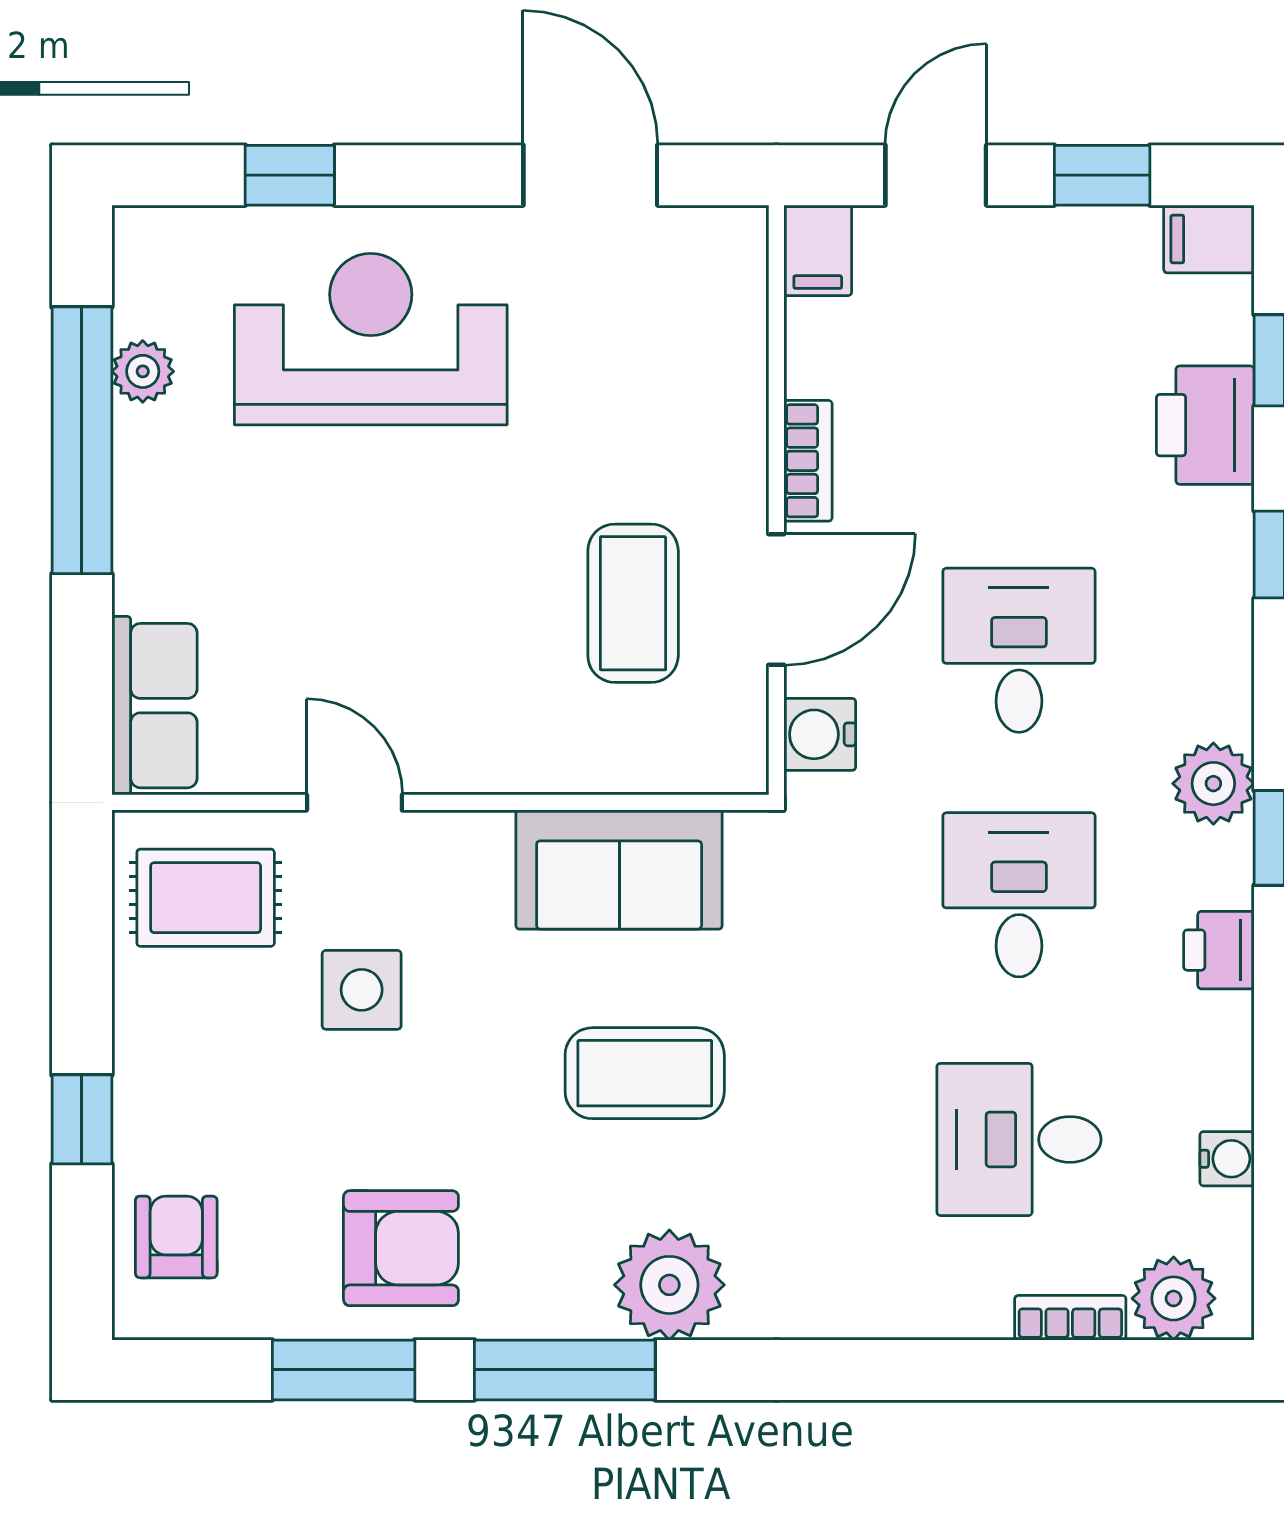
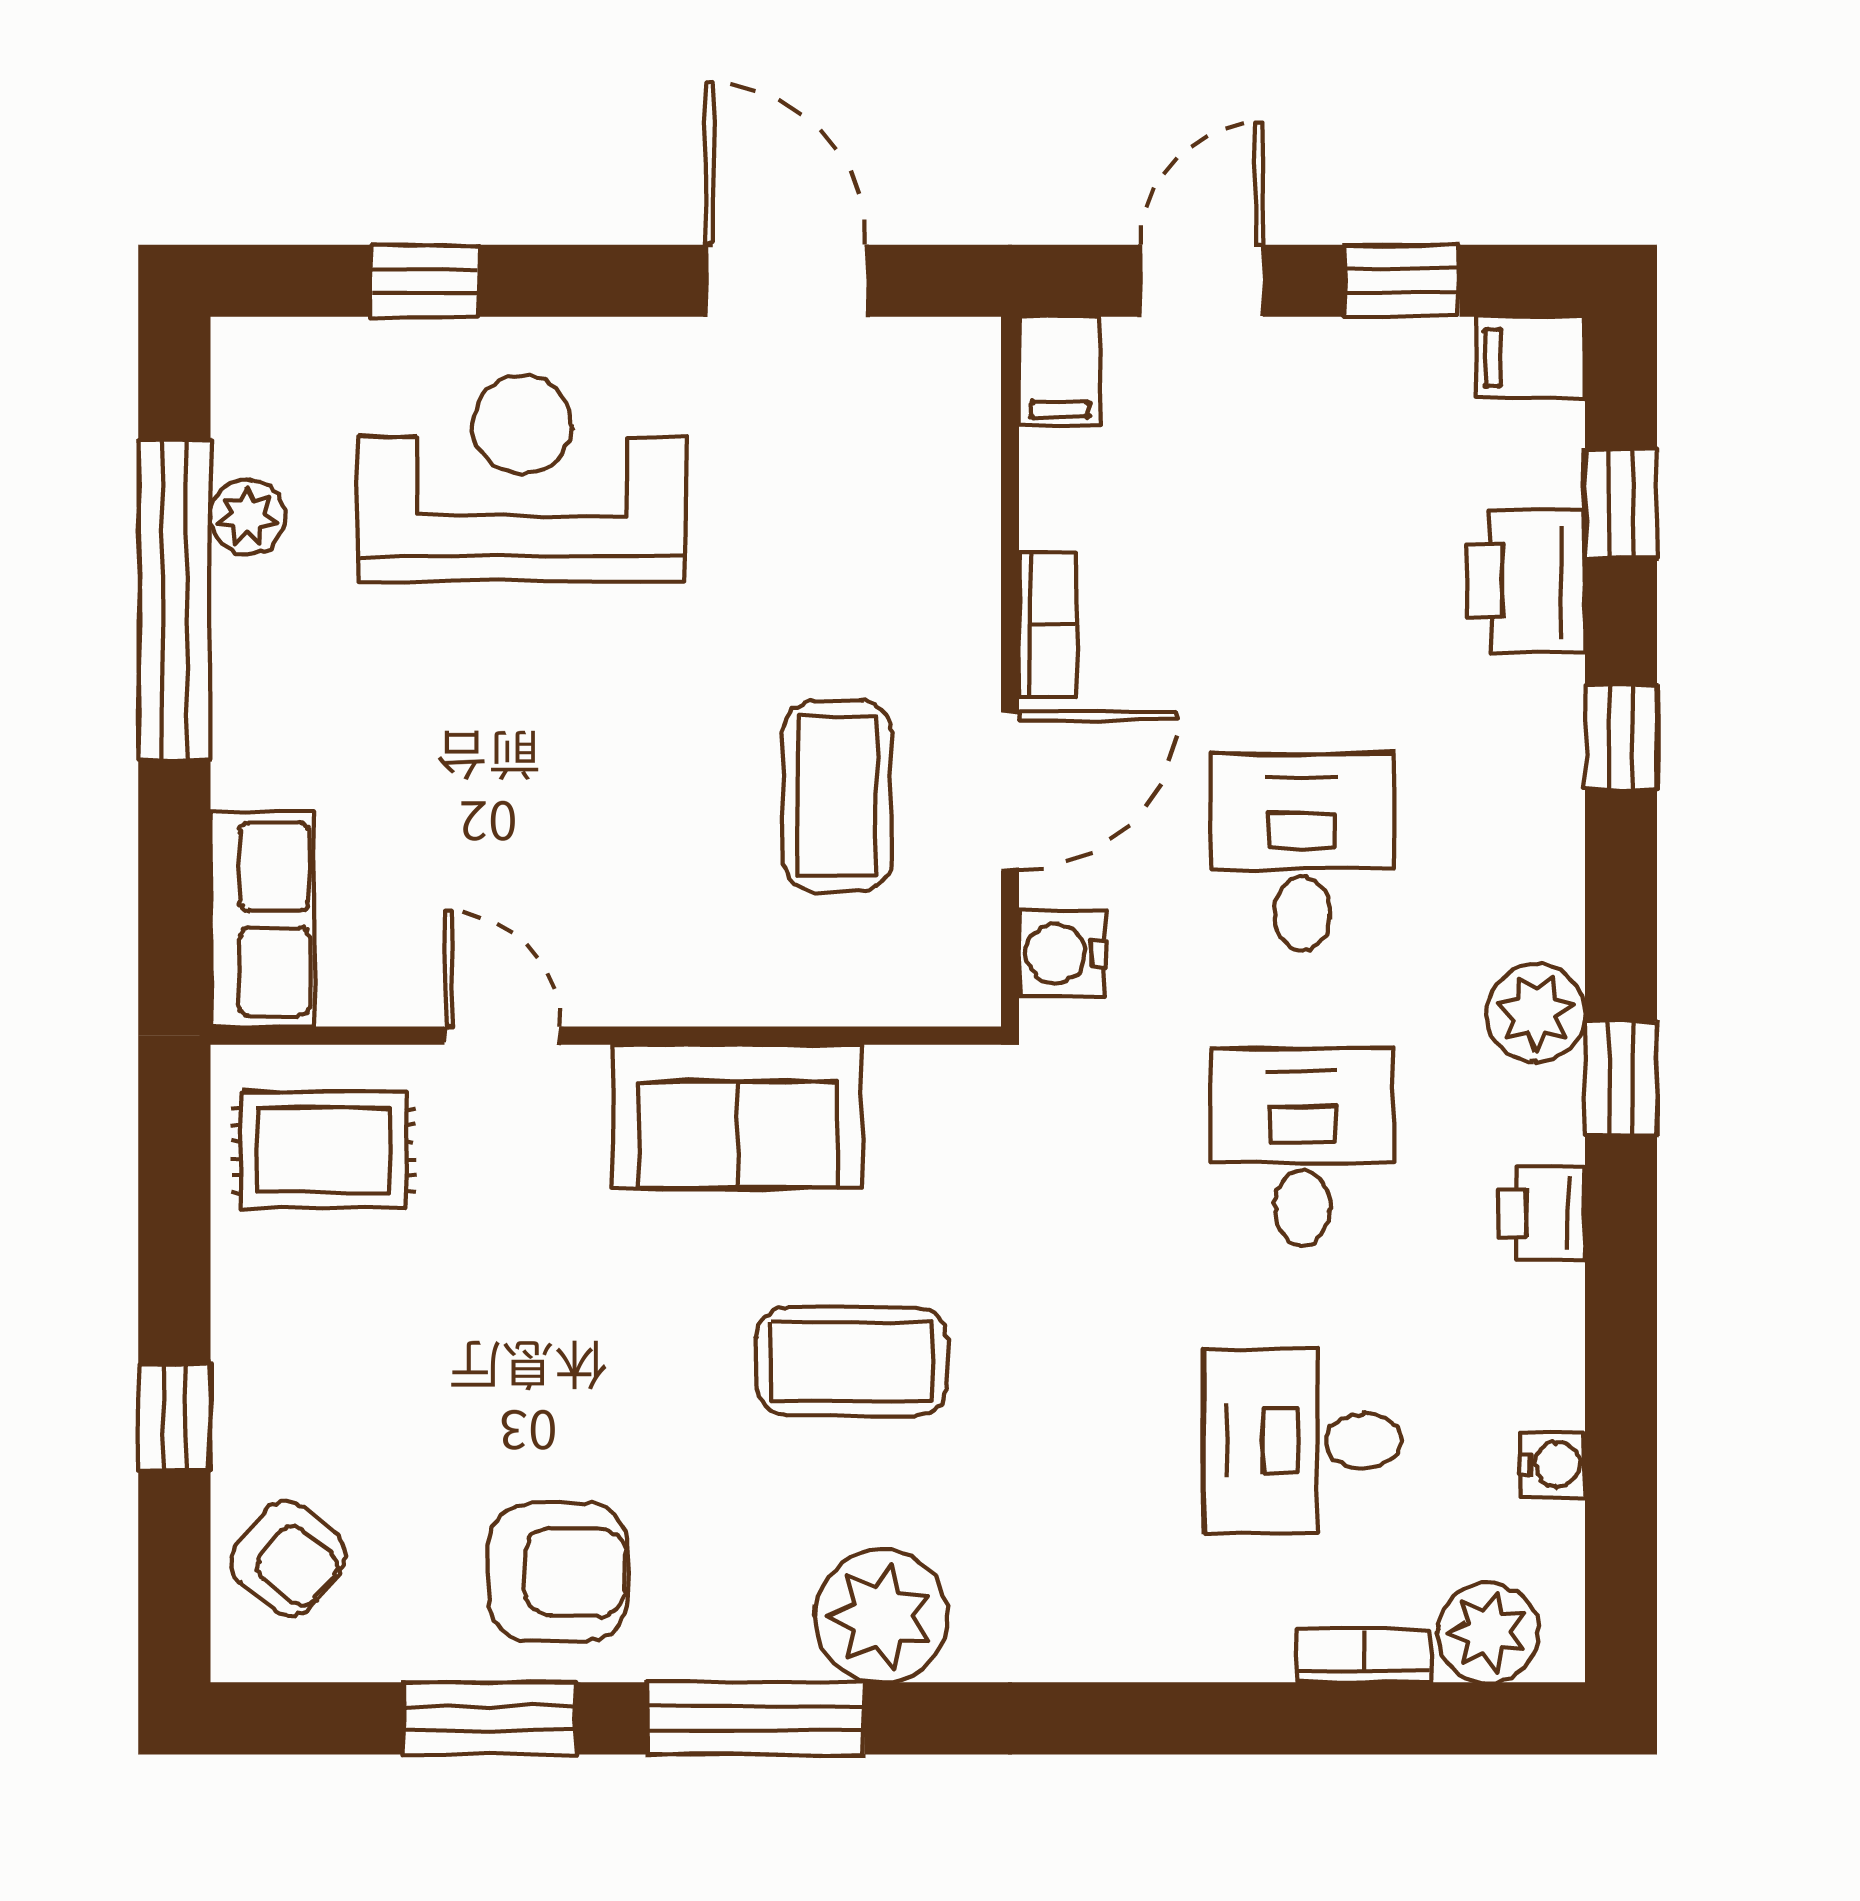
sofa: (619, 870) -> (737, 1116), moved
side table: (362, 990) -> (511, 1261), removed
armchair: (176, 1237) -> (288, 1558), turned 129

